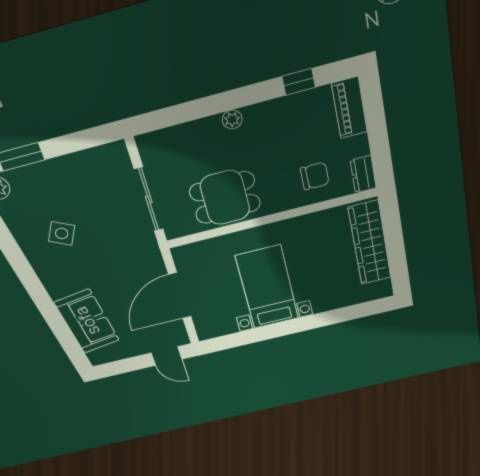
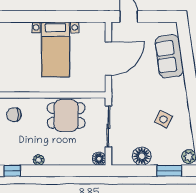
plant: (232, 119) -> (39, 160), moved
floor lamp: (149, 144) -> (99, 159), added
floor lamp: (76, 168) -> (142, 156), added

